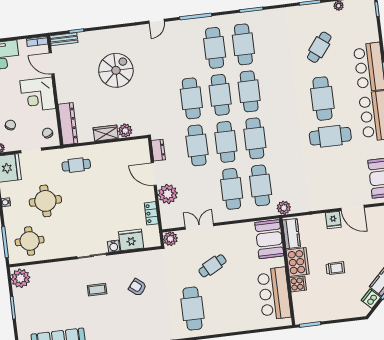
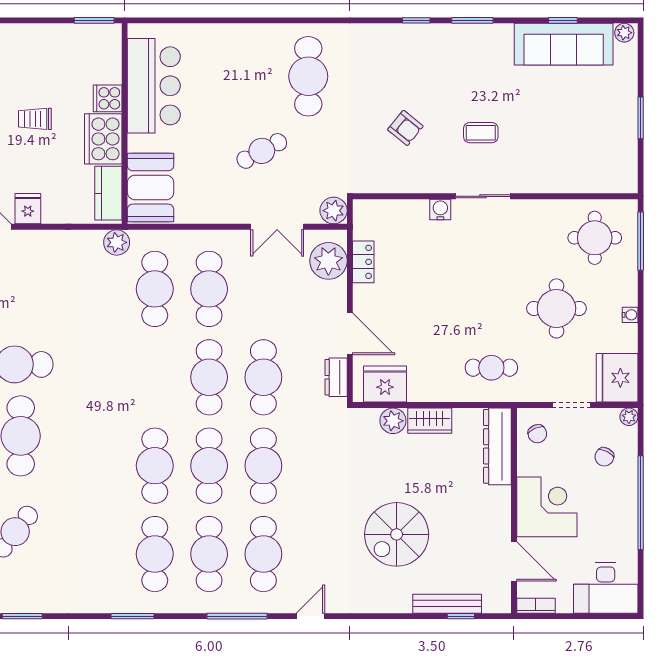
bench: (64, 39) -> (447, 604), moved, width x1.36
cafe table: (255, 138) -> (263, 554), moved
plant: (168, 194) -> (328, 261), moved
fridge: (131, 240) -> (385, 384), moved, turned 180
plant: (21, 278) -> (620, 171), removed

